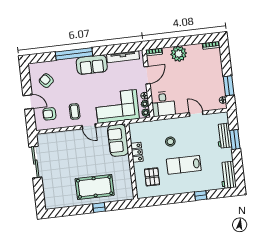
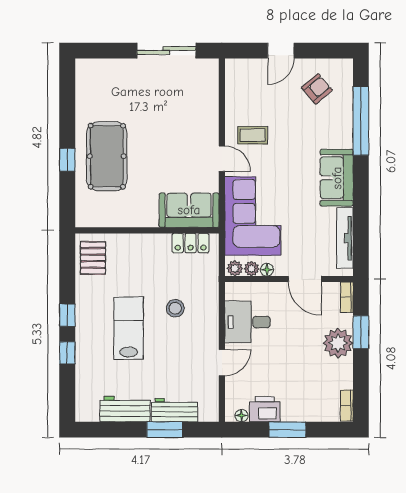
window: (172, 42) -> (361, 332), added
window: (74, 54) -> (361, 121), moved
window: (229, 86) -> (287, 430), moved
printer: (218, 88) -> (265, 409), added
desk: (163, 104) -> (247, 322), moved
armchair: (49, 114) -> (254, 88), removed
door: (89, 126) -> (222, 159), swing flipped
locker: (137, 152) -> (191, 243), moved
workbench: (228, 175) -> (125, 409), moved
pallet: (152, 177) -> (93, 258), moved, turned 90
window: (181, 198) -> (67, 315), added

